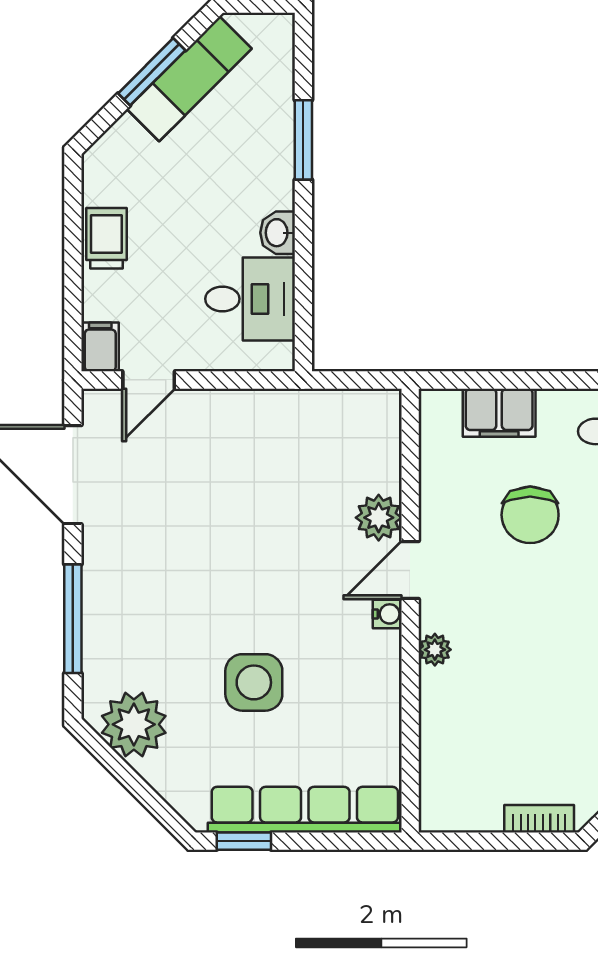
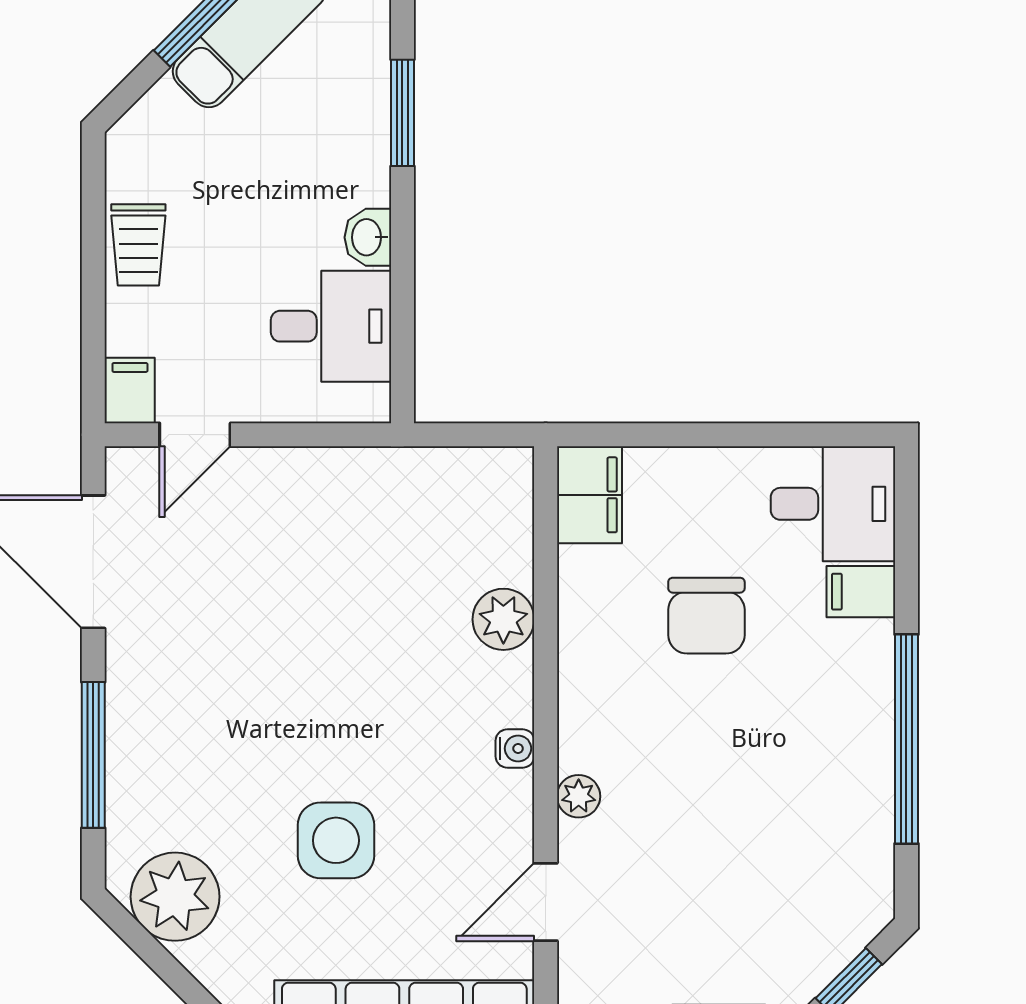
trolley: (106, 238) -> (138, 245), turned 180
filing cabinet: (499, 413) -> (590, 495), moved, turned -90
door: (410, 570) -> (546, 902), moved

